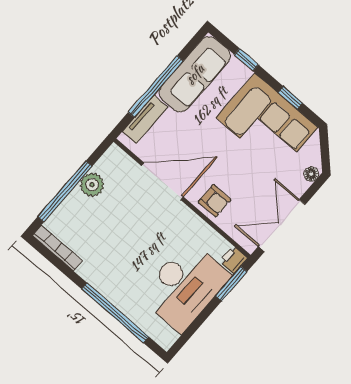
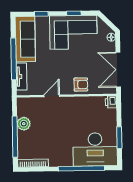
door: (162, 181) -> (52, 96), width x0.53
window: (231, 284) -> (119, 138), moved
desk: (185, 286) -> (95, 149), moved, turned 90

